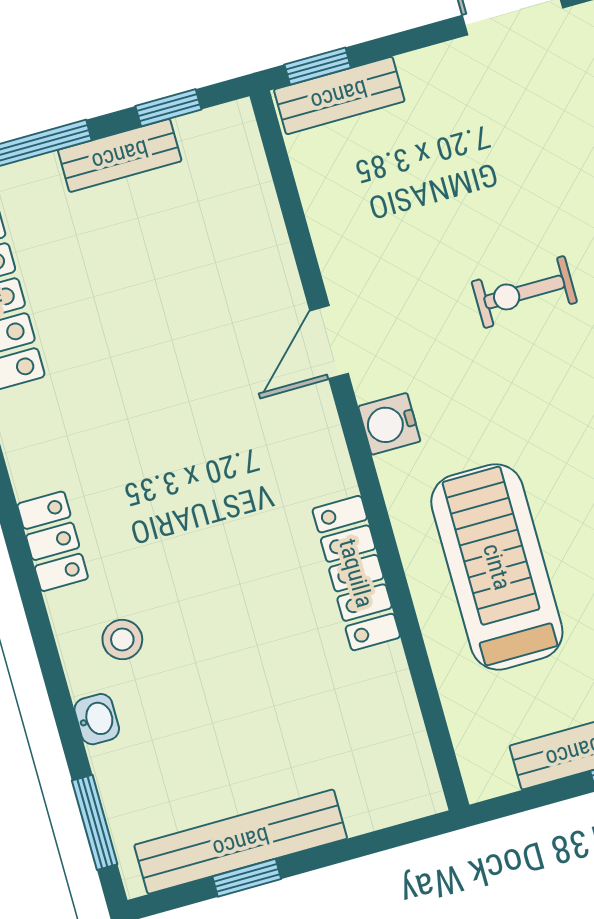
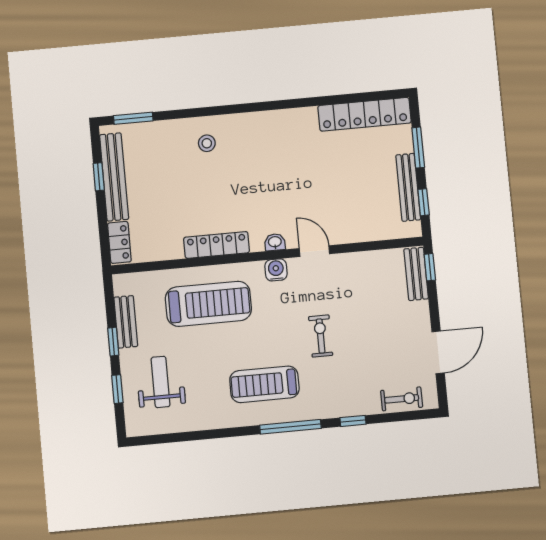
bench: (120, 155) -> (408, 187), width x1.36
locker: (53, 541) -> (119, 242), moved, turned -90
washbasin: (97, 719) -> (275, 242), moved, turned 180

